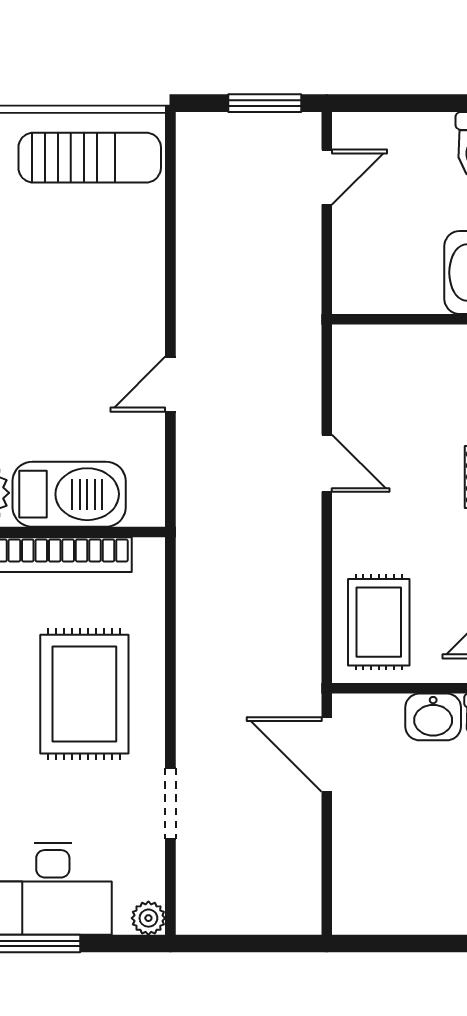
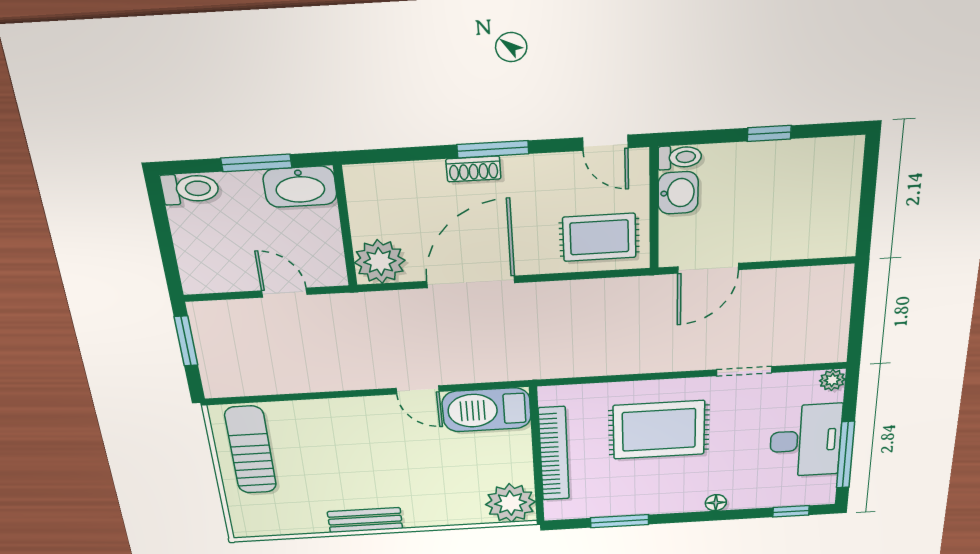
door: (327, 177) -> (284, 293), moved
plant: (363, 355) -> (380, 262), added
door: (327, 463) -> (471, 282), width x1.87
barbecue: (69, 494) -> (487, 410), moved, turned -90

